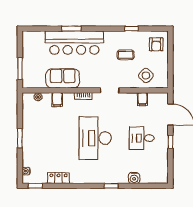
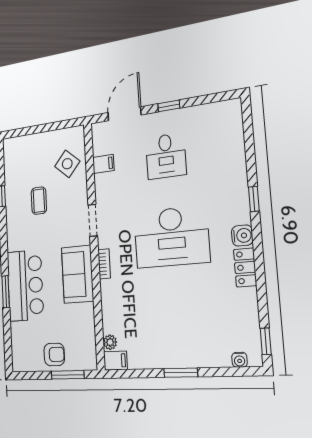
bar counter: (74, 43) -> (25, 285), width x0.73
armchair: (156, 44) -> (54, 354), moved
sofa: (63, 78) -> (78, 274), moved
filing cabinet: (57, 100) -> (115, 361), moved
locker: (58, 178) -> (245, 267), moved
water cooler: (134, 178) -> (242, 236), moved

